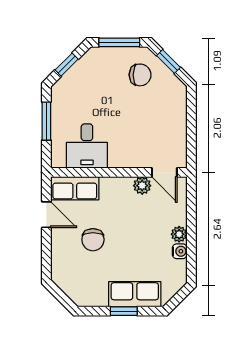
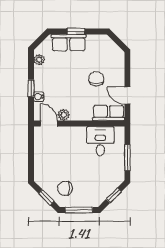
window: (191, 226) -> (31, 88), added
plant: (179, 234) -> (39, 60), moved
water cooler: (180, 251) -> (39, 97), moved

